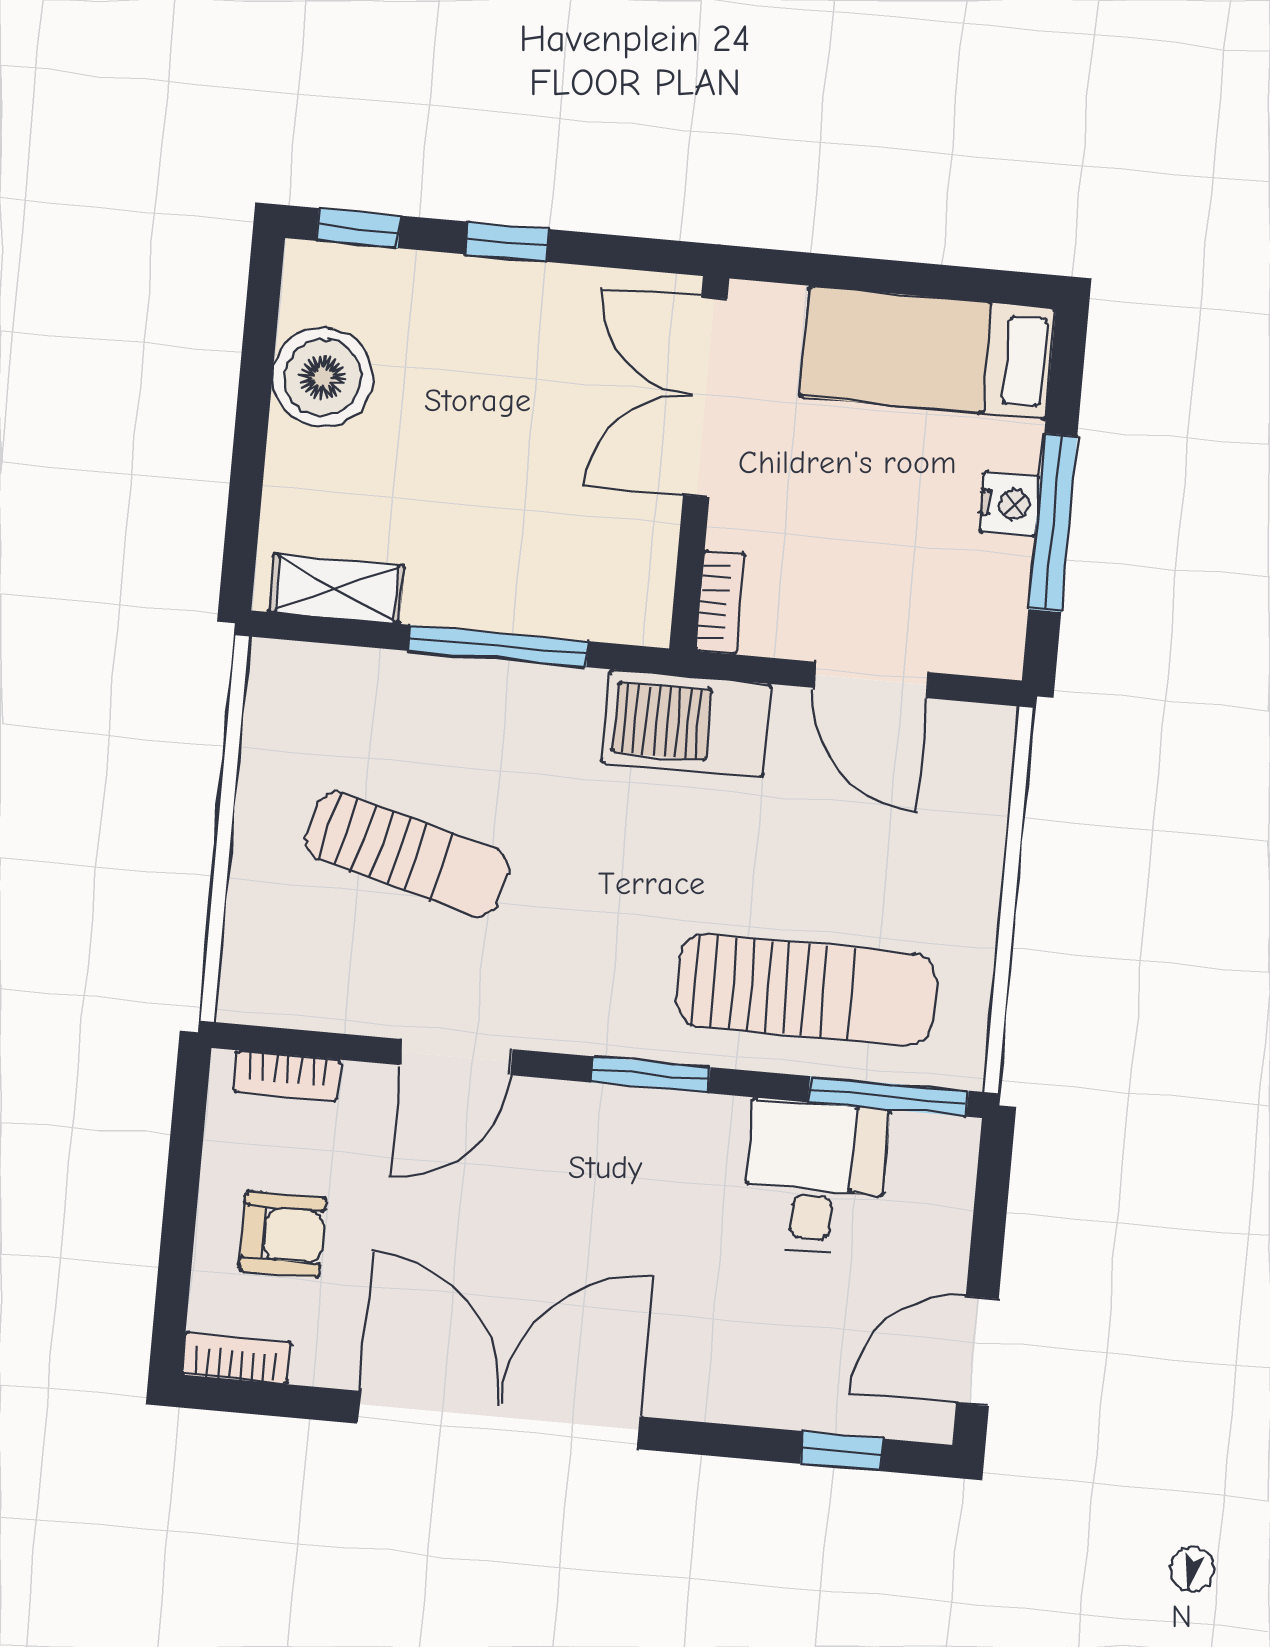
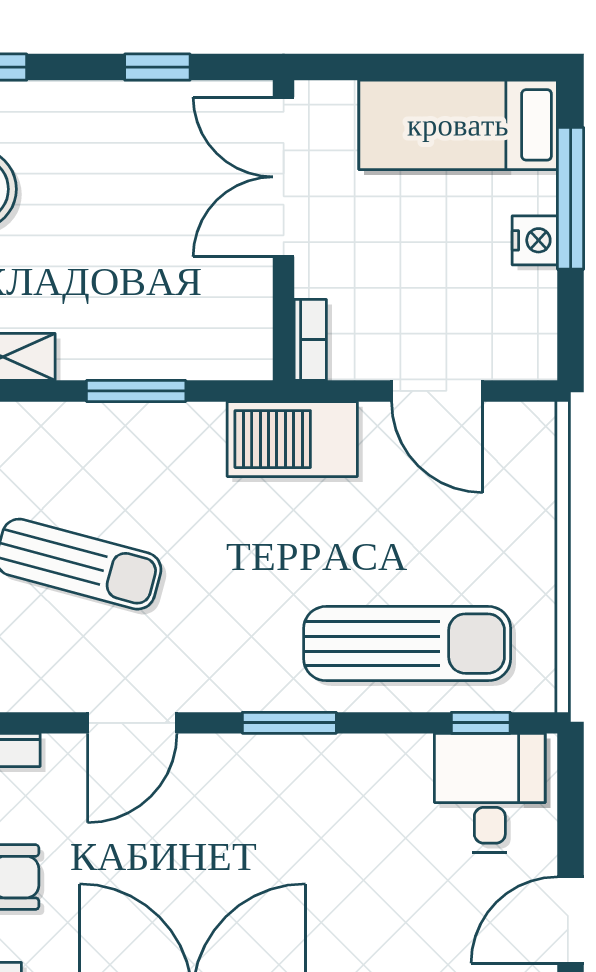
window: (508, 242) -> (157, 67), moved
window: (1053, 523) -> (571, 198), moved
window: (498, 646) -> (136, 391), width x0.69
window: (888, 1096) -> (481, 723), width x0.46
desk: (815, 1178) -> (490, 793), moved

